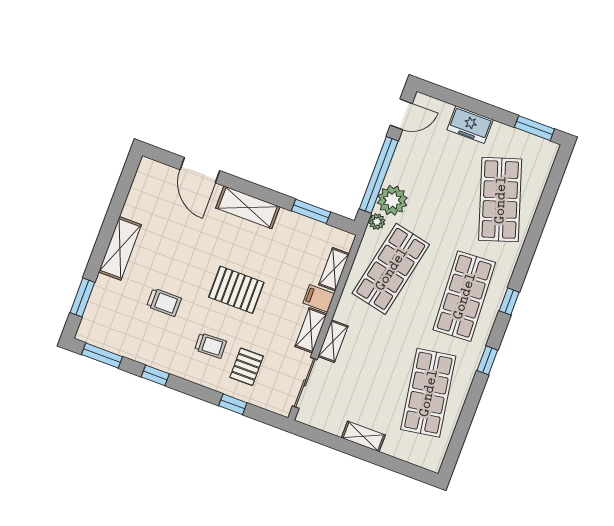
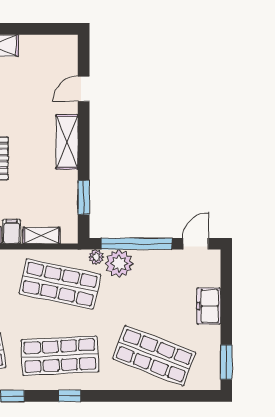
door: (401, 114) -> (196, 244), swing flipped
door: (200, 170) -> (84, 89), width x0.73
shop shelf: (500, 200) -> (154, 356), turned 39

